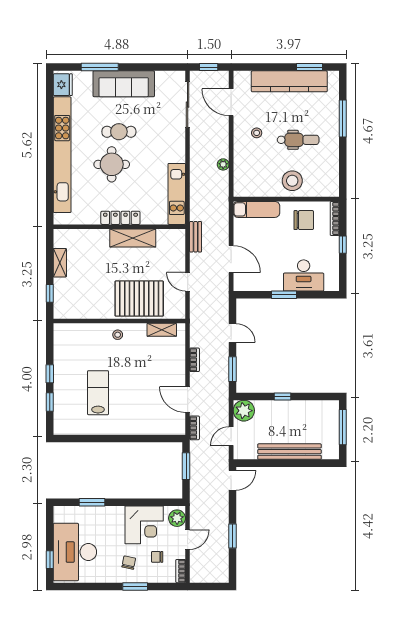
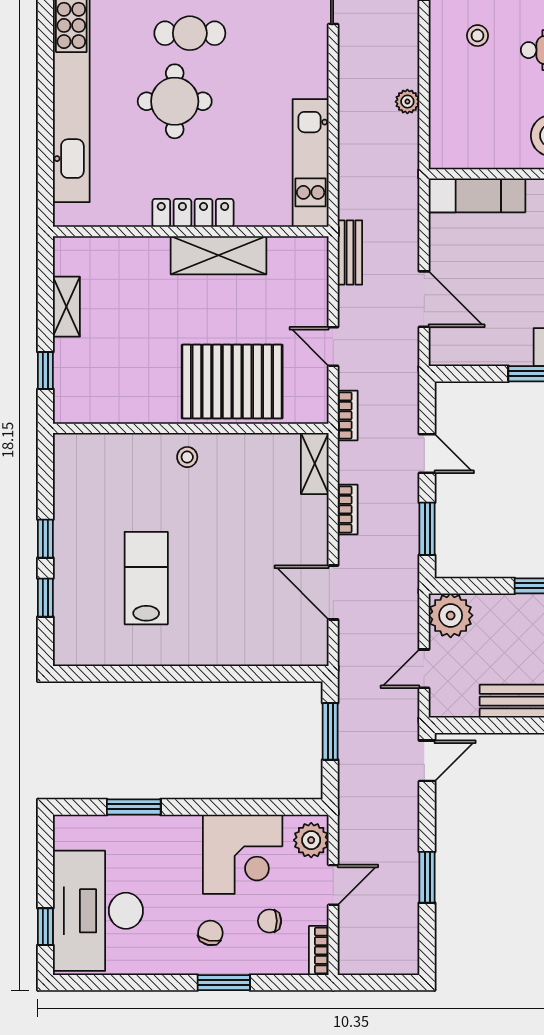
shelving: (162, 330) -> (315, 464), moved, turned 90
bookcase: (195, 428) -> (348, 415), moved

